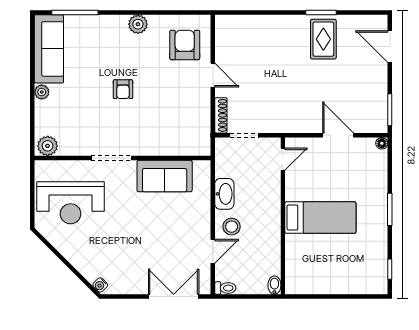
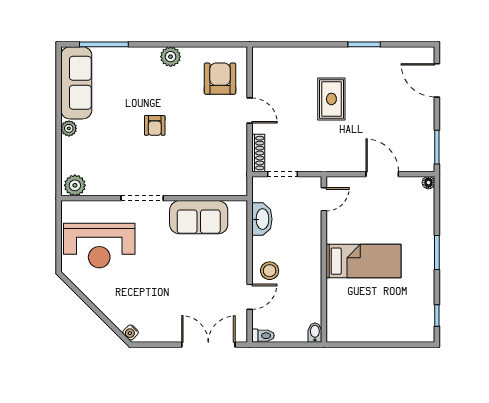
rug: (323, 39) -> (331, 99), moved
washbasin: (224, 194) -> (262, 219), moved

